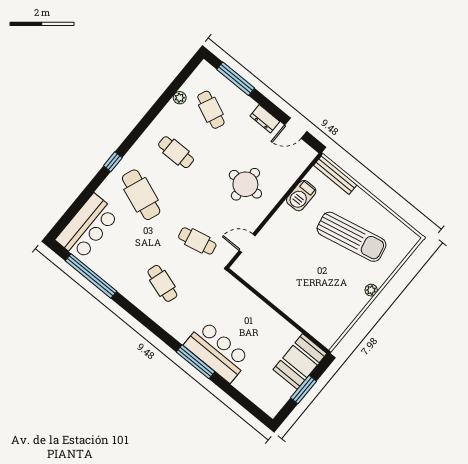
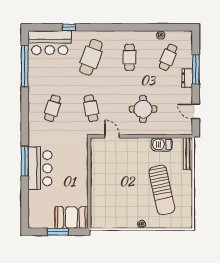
window: (236, 79) -> (196, 69), moved
dresser: (265, 119) -> (187, 78), moved
window: (113, 162) -> (69, 27), moved

